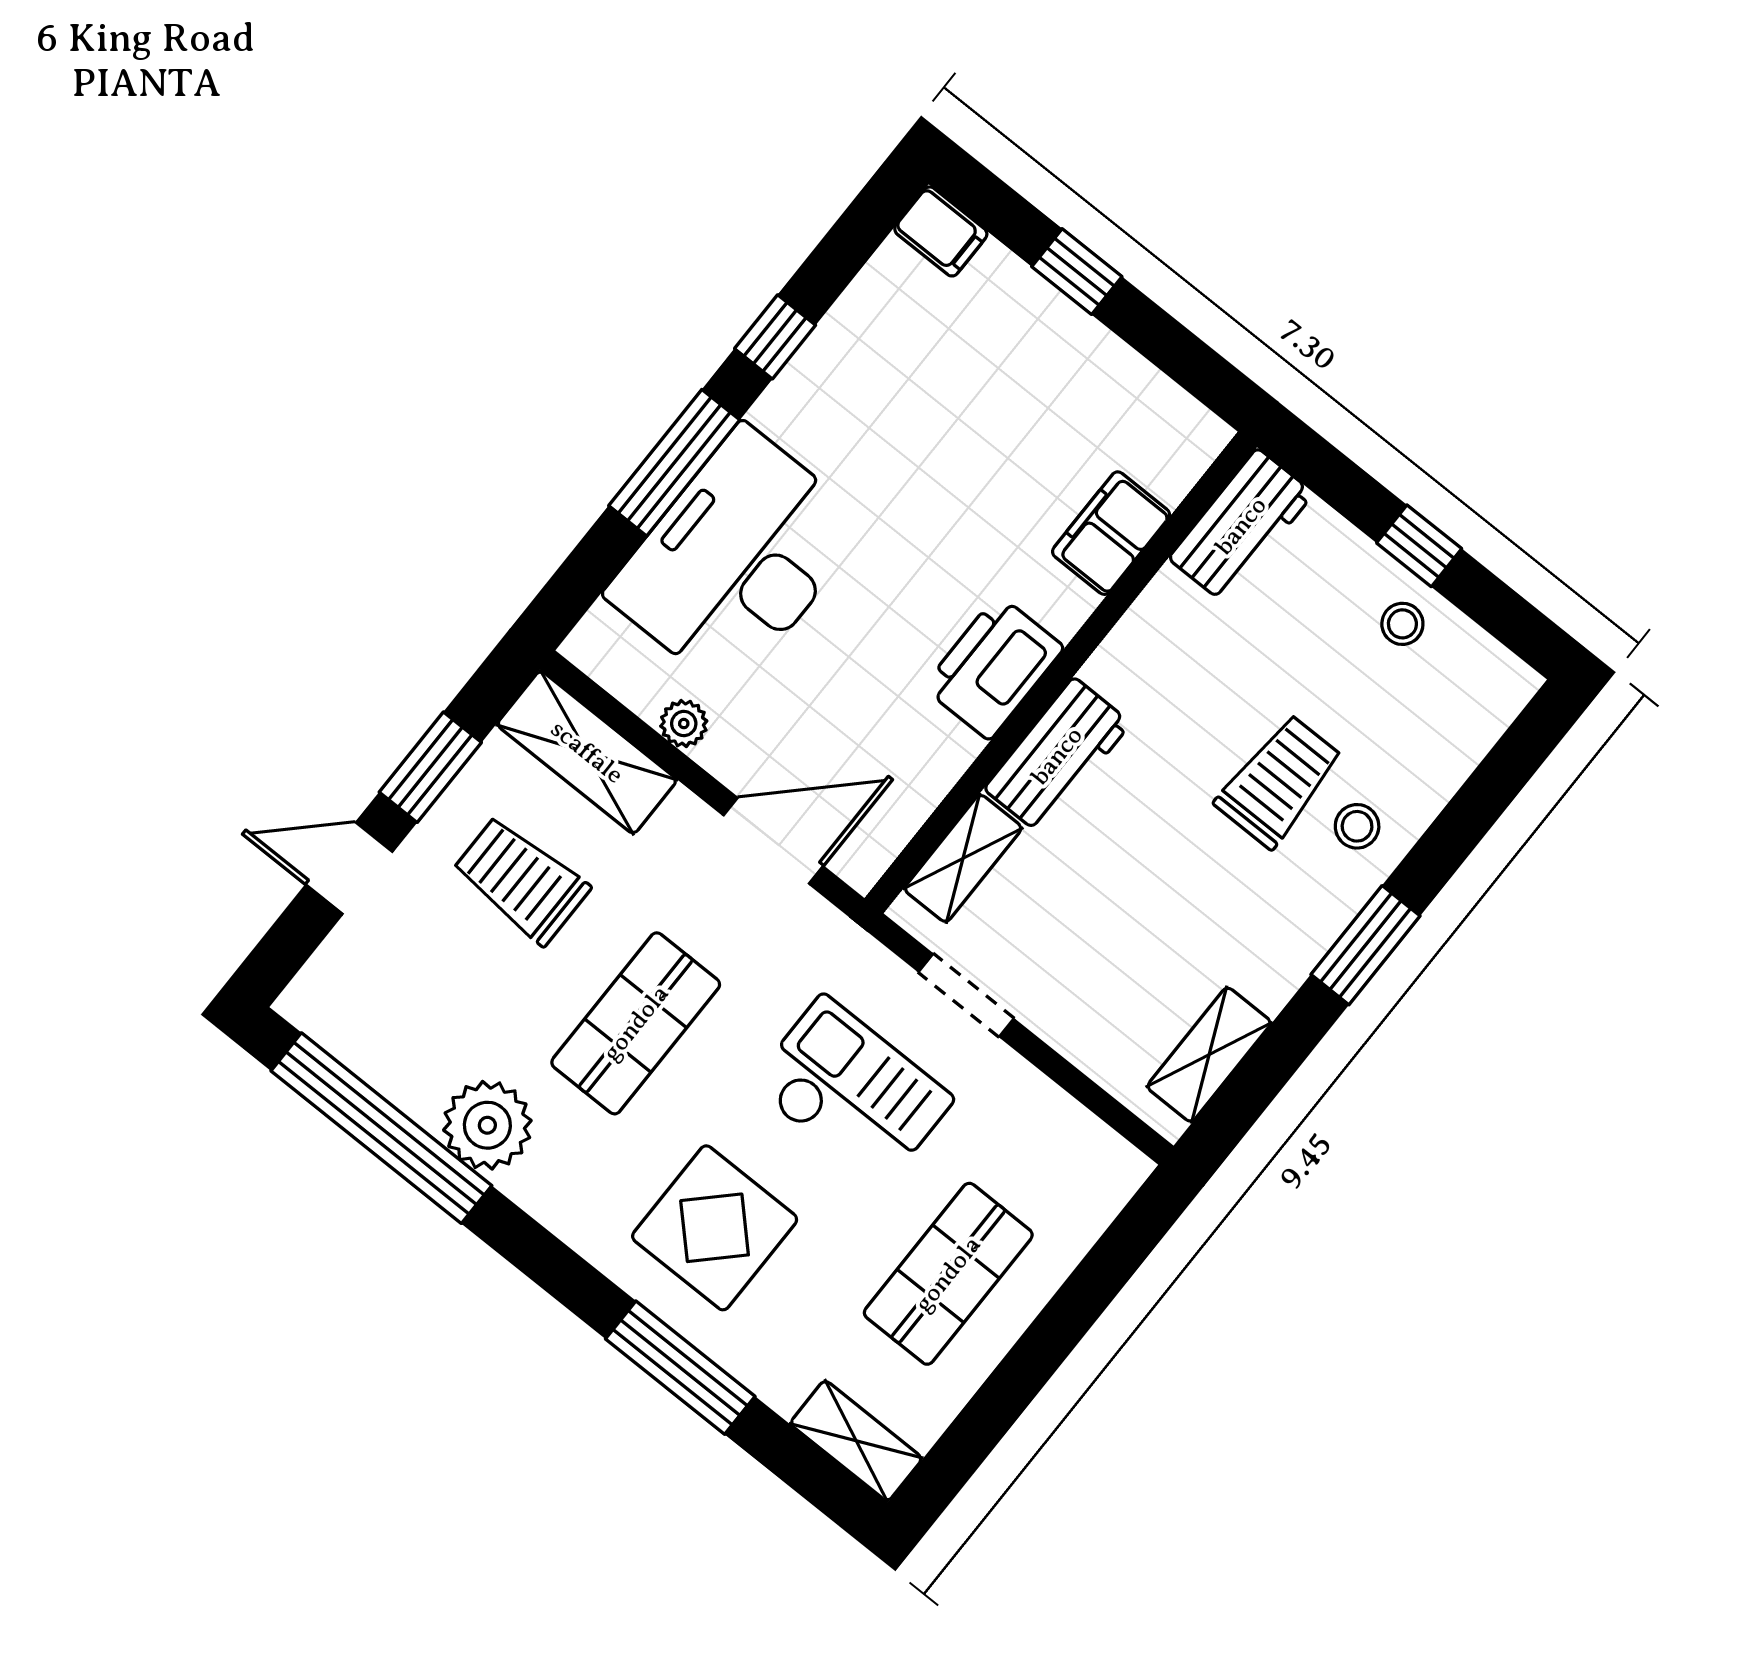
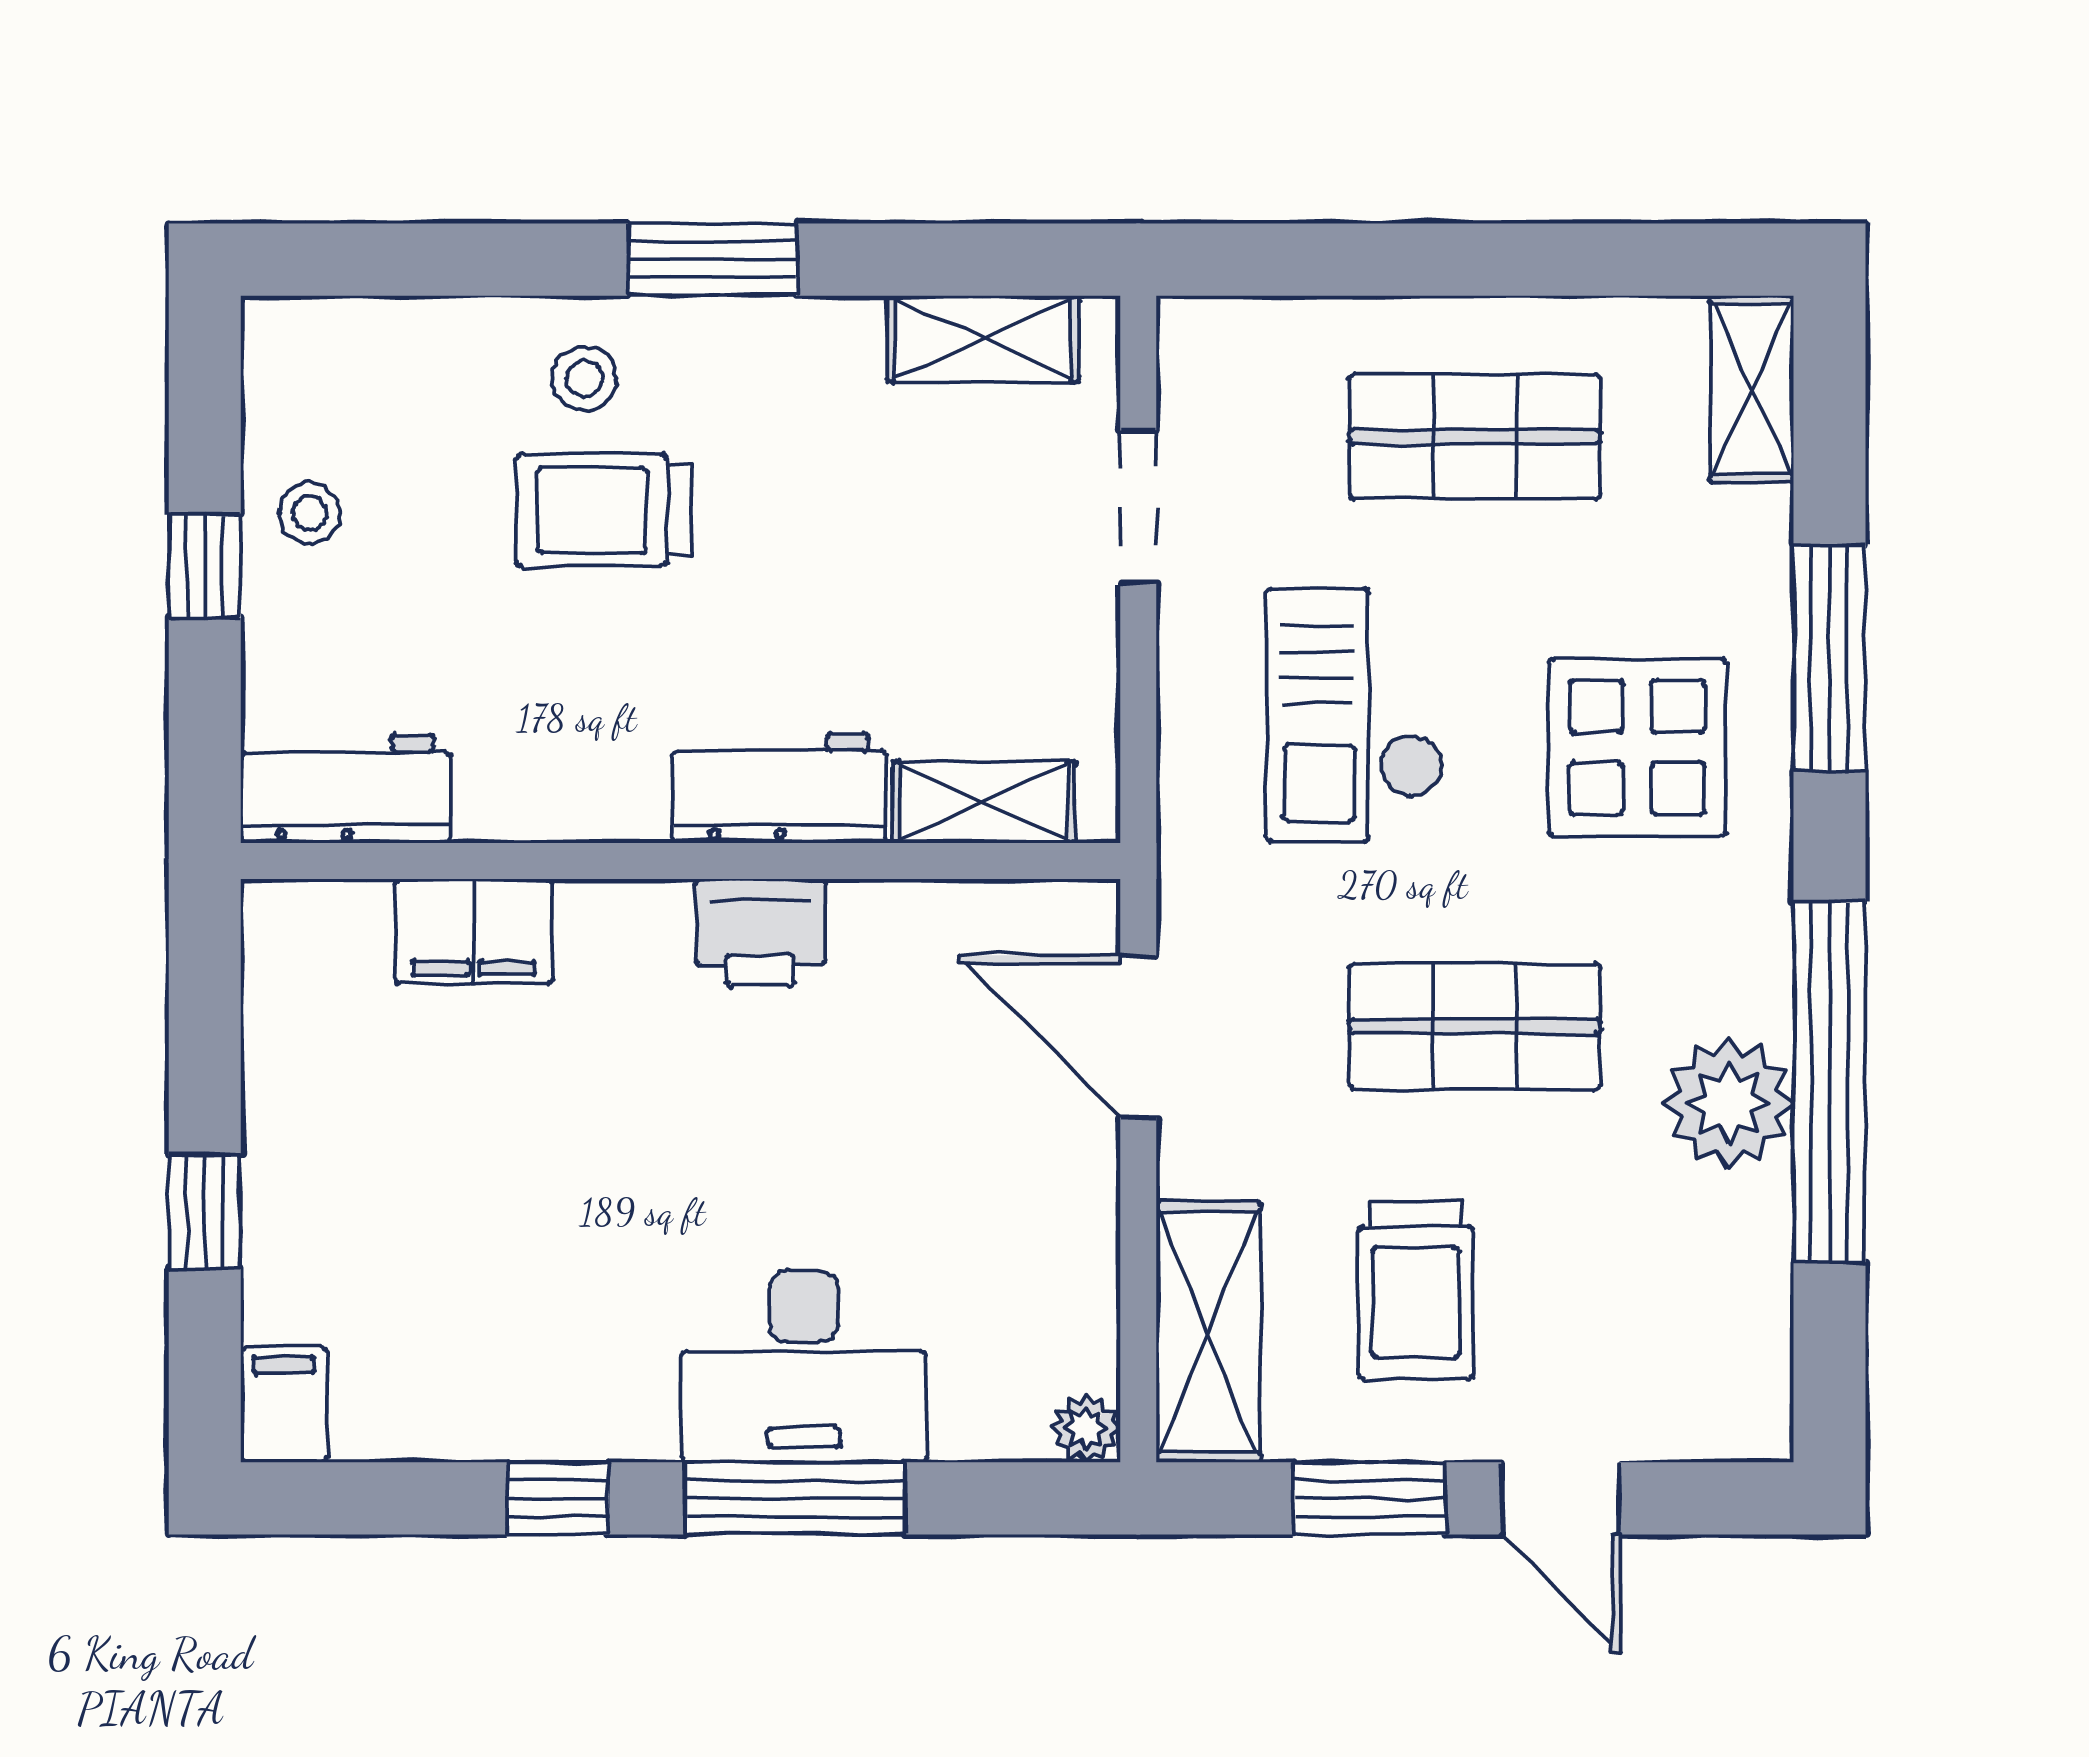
desk: (737, 559) -> (804, 1366), width x0.73, depth x0.77
printer: (994, 667) -> (760, 933), width x0.73, depth x0.84
plant: (684, 724) -> (1086, 1428), moved
doorway: (966, 995) -> (1138, 507), moved
window: (381, 1128) -> (1829, 1082), moved

